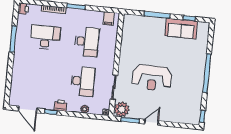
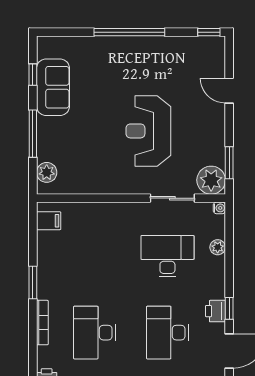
plant: (135, 20) -> (47, 172), added
desk: (87, 42) -> (167, 333), moved, turned -90
reception desk: (152, 78) -> (148, 131), turned 180
printer: (61, 105) -> (215, 311), moved
door: (152, 122) -> (229, 91), moved

